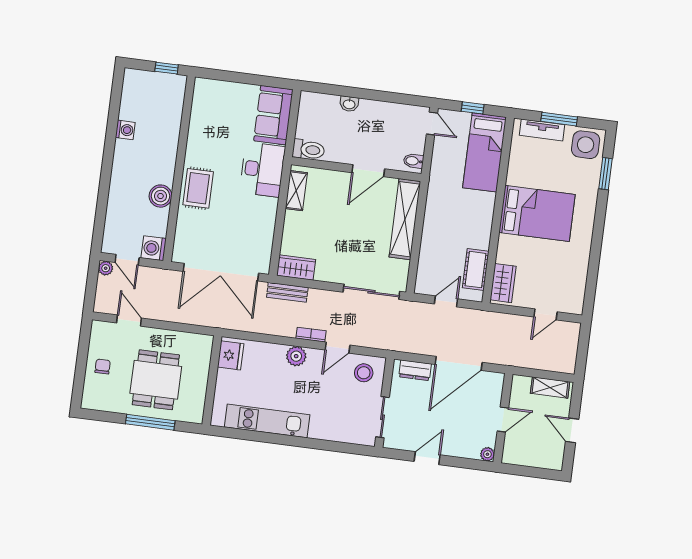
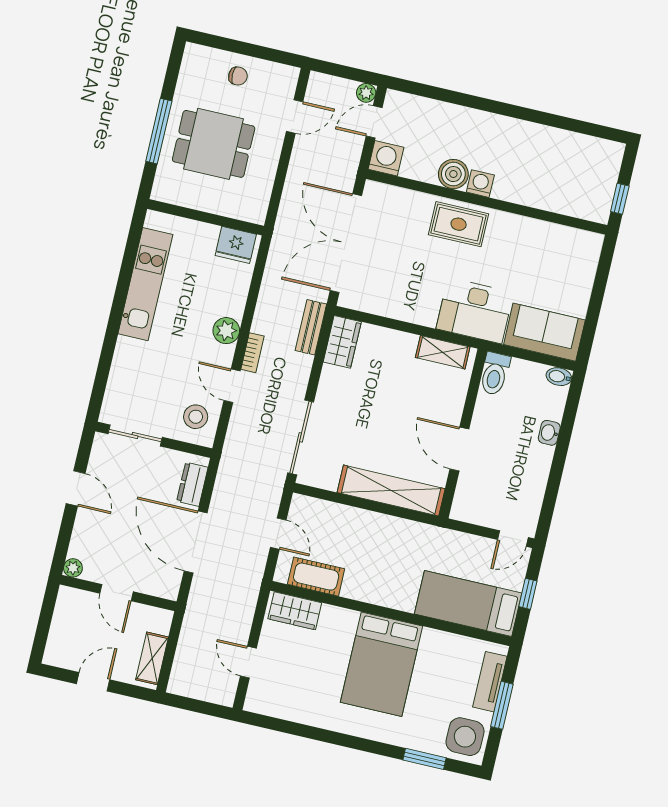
washing machine: (125, 130) -> (480, 184), moved, turned 180
bidet: (413, 161) -> (559, 377), moved, turned -90

